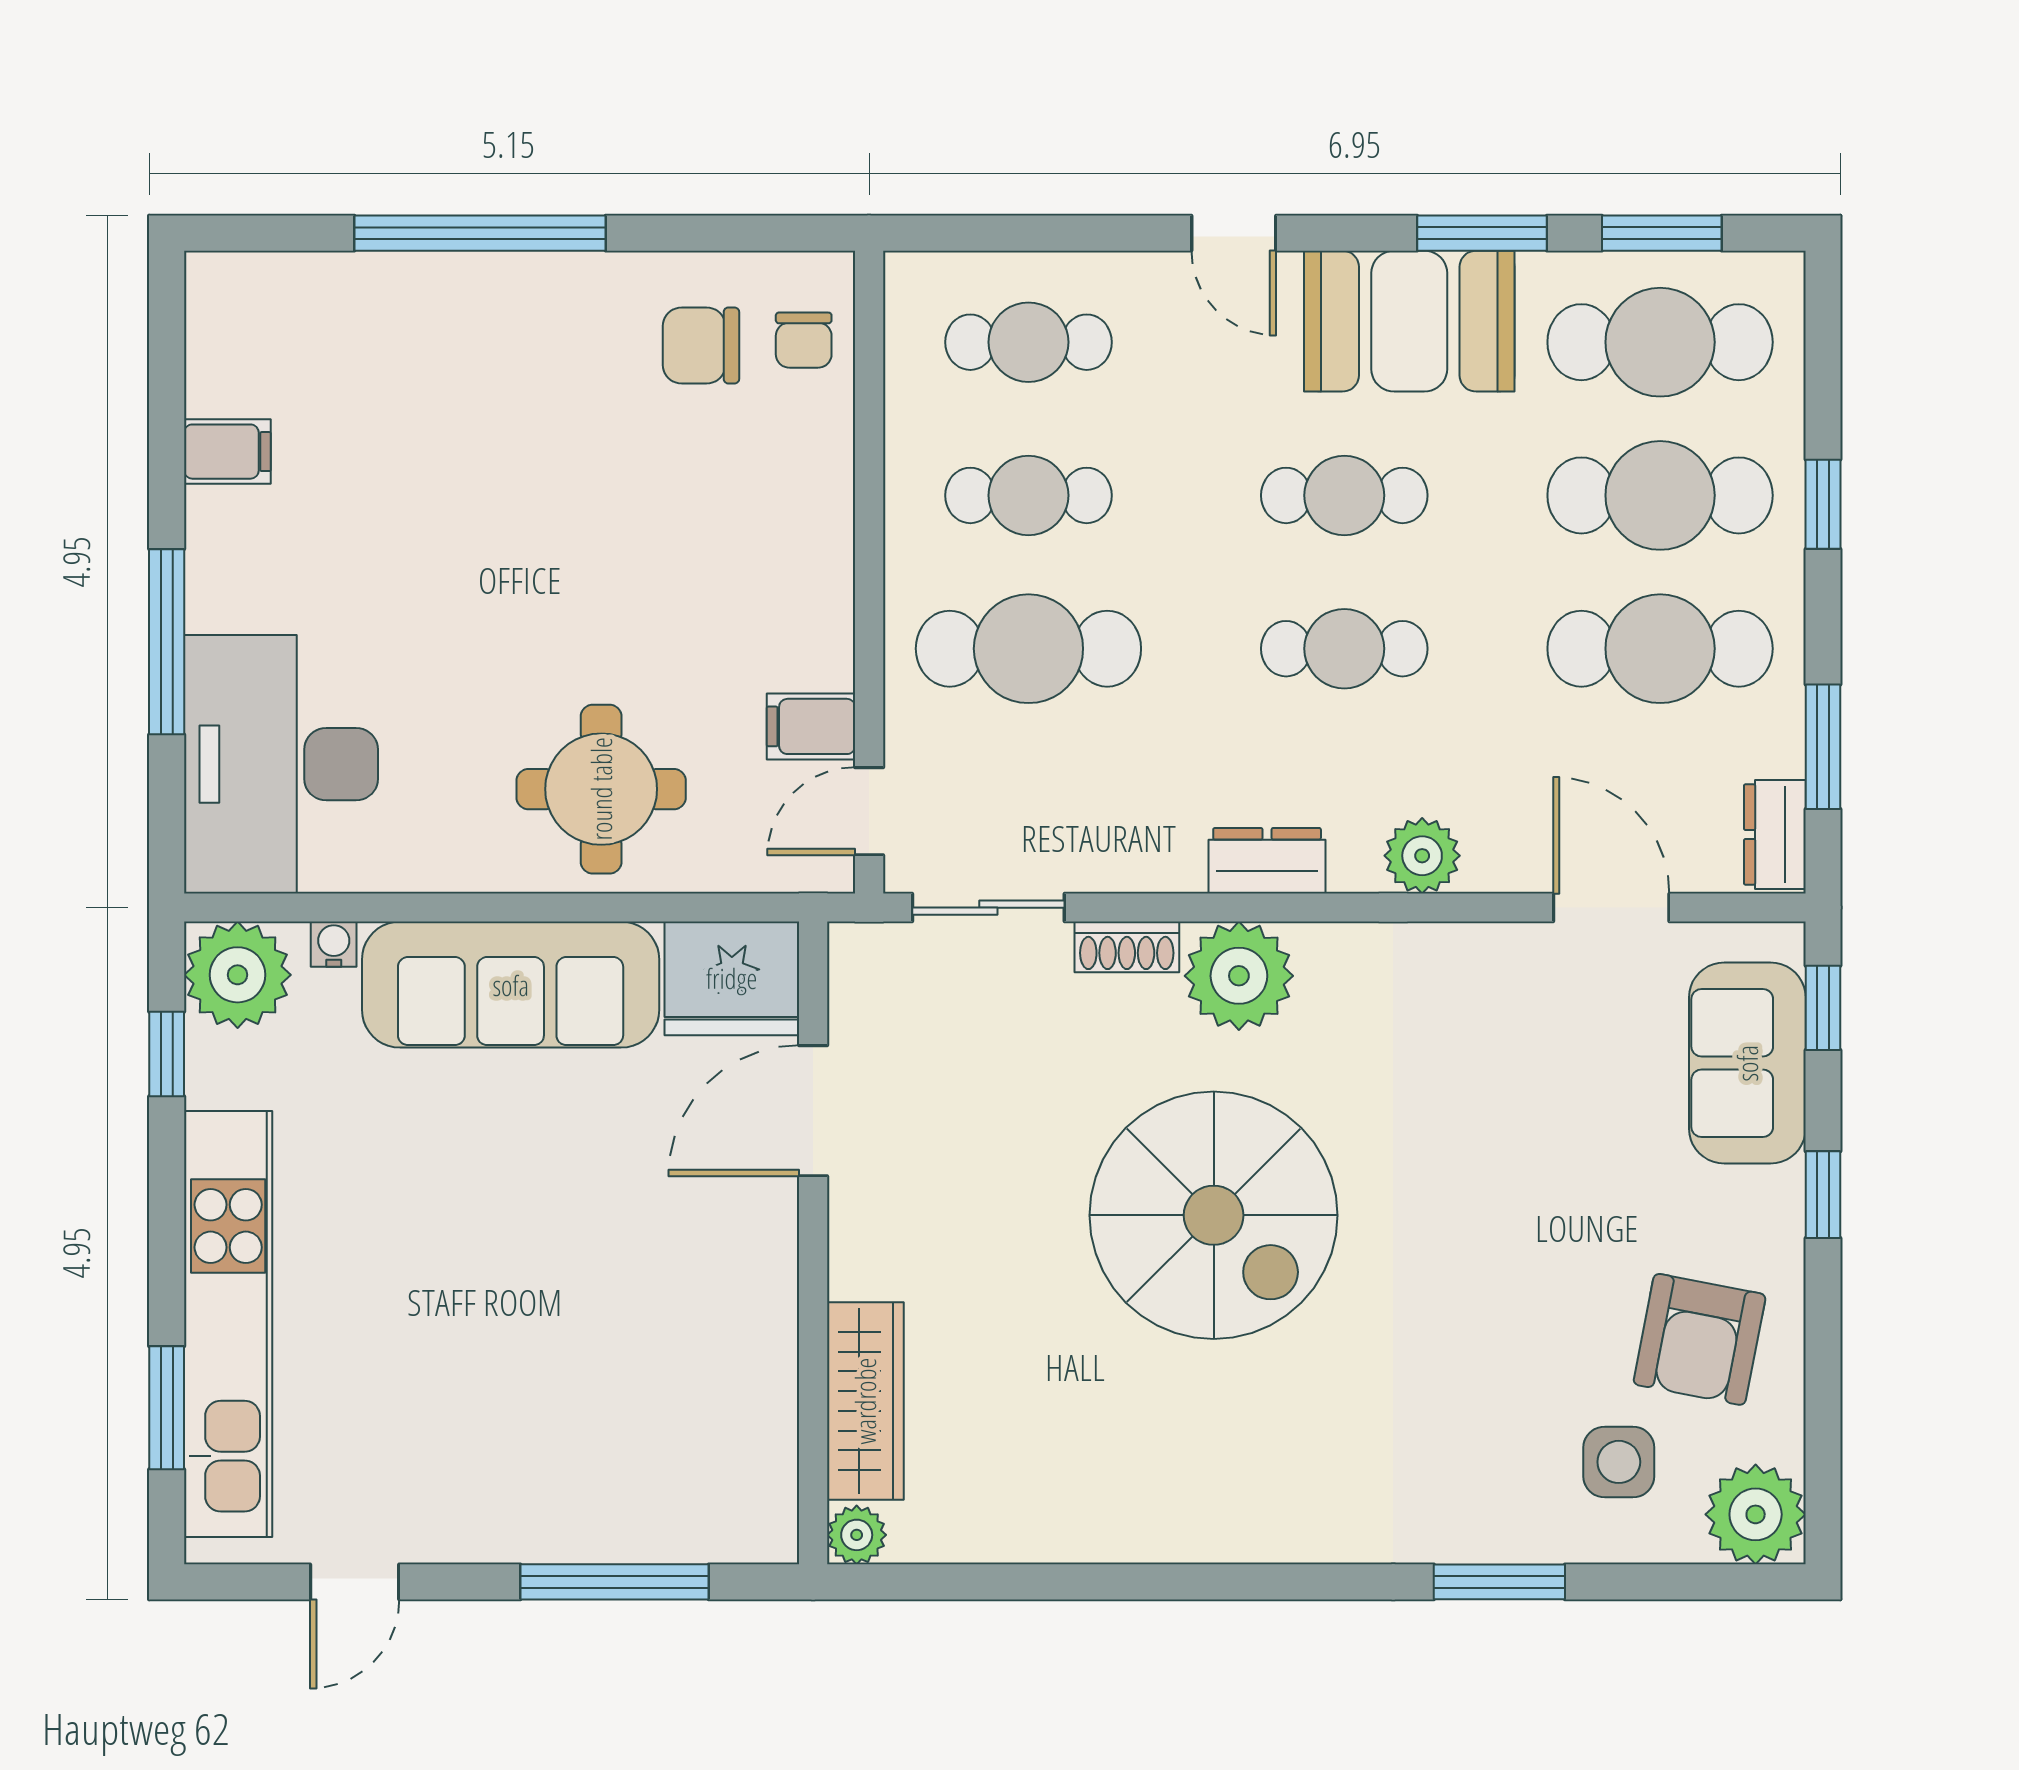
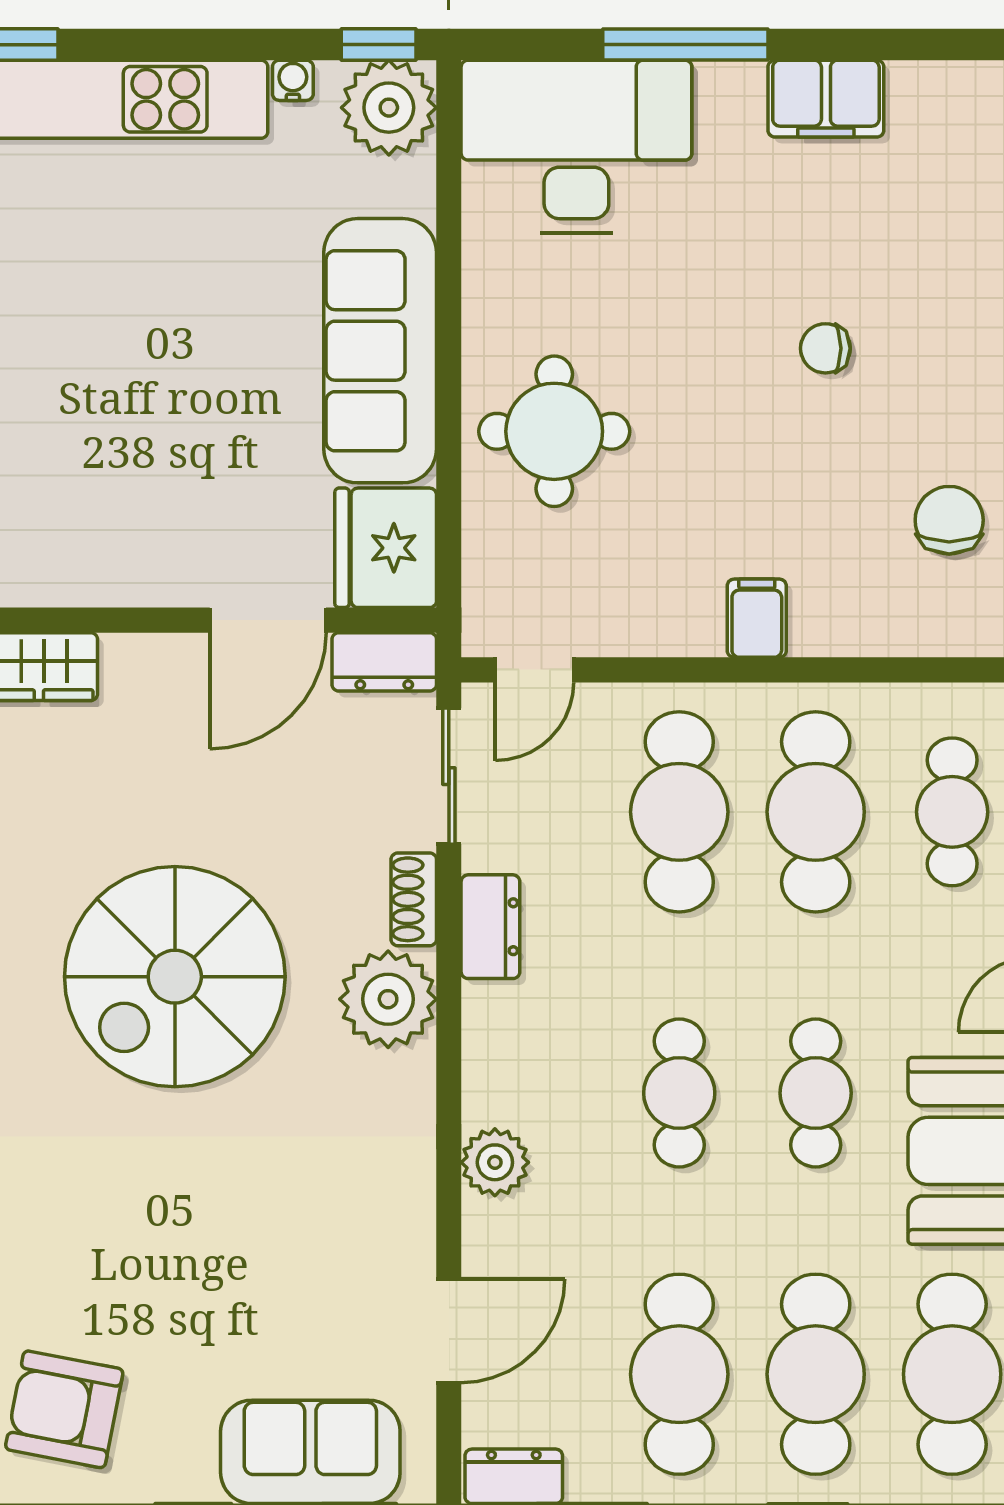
chair: (804, 340) -> (825, 348), moved
filing cabinet: (227, 452) -> (826, 99), width x2.00
cafe table: (1028, 495) -> (816, 812), width x1.37, depth x1.35
filing cabinet: (811, 726) -> (757, 618), moved
door: (869, 811) -> (534, 670), swing flipped
dresser: (1267, 861) -> (490, 927), moved
water cooler: (334, 944) -> (293, 80), moved, turned -90
dresser: (860, 980) -> (384, 662), added
window: (167, 1054) -> (379, 45), moved
door: (813, 1111) -> (268, 620), swing flipped

